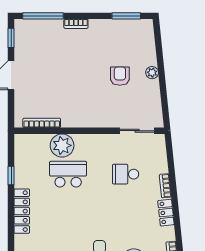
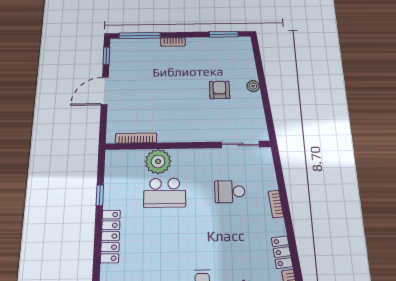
school desk: (68, 174) -> (165, 193), turned 180
locker: (166, 213) -> (282, 252), moved

